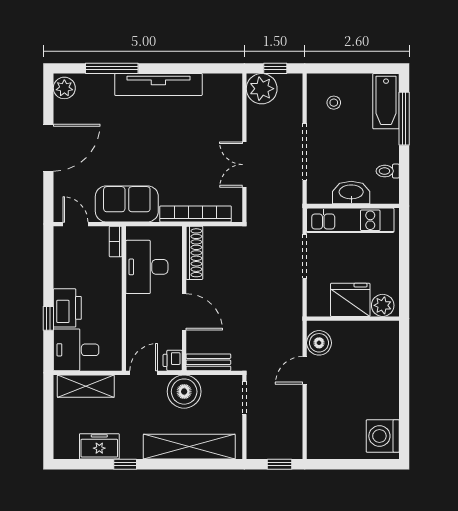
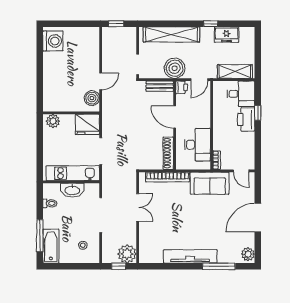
fridge: (350, 300) -> (87, 124), moved

